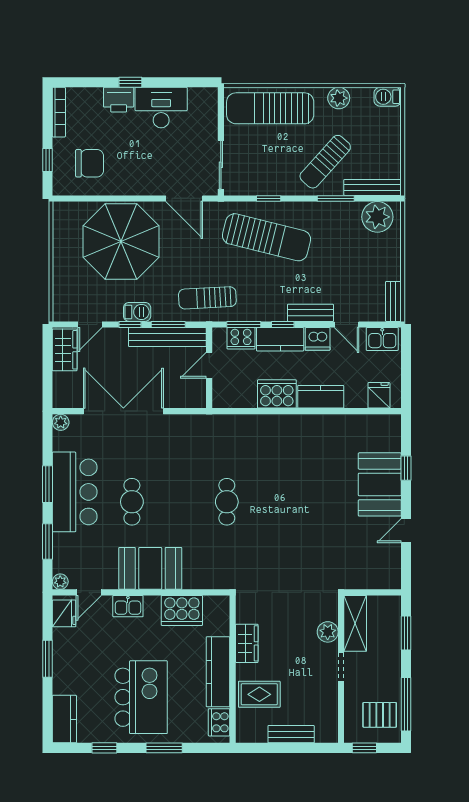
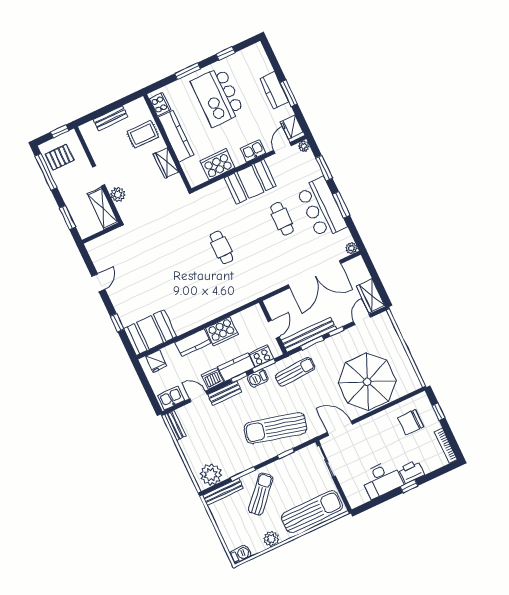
barbecue: (137, 312) -> (258, 378), moved
booth: (380, 484) -> (150, 333), moved, turned 90
kitchen counter: (64, 719) -> (274, 90), moved

